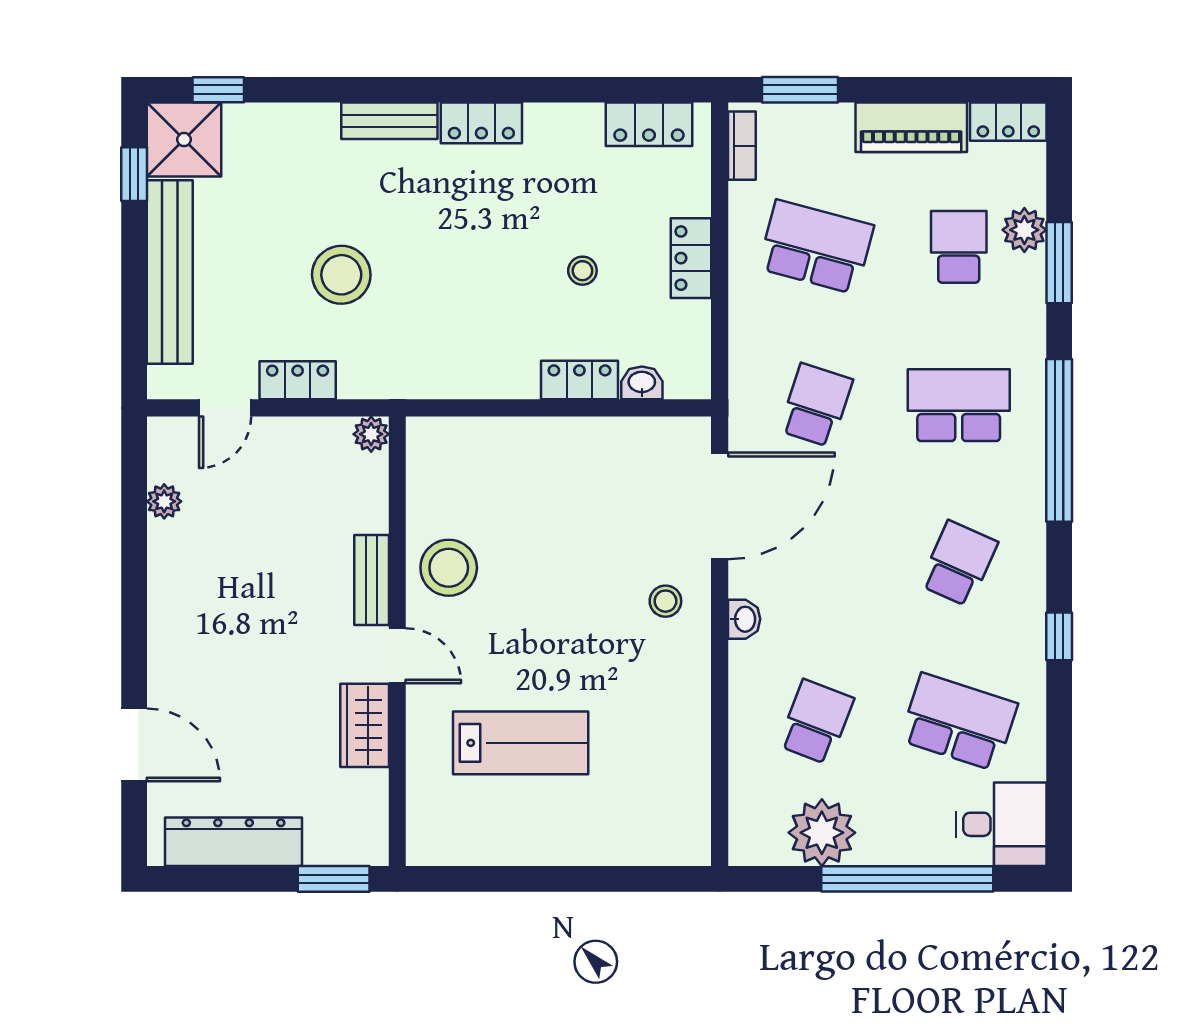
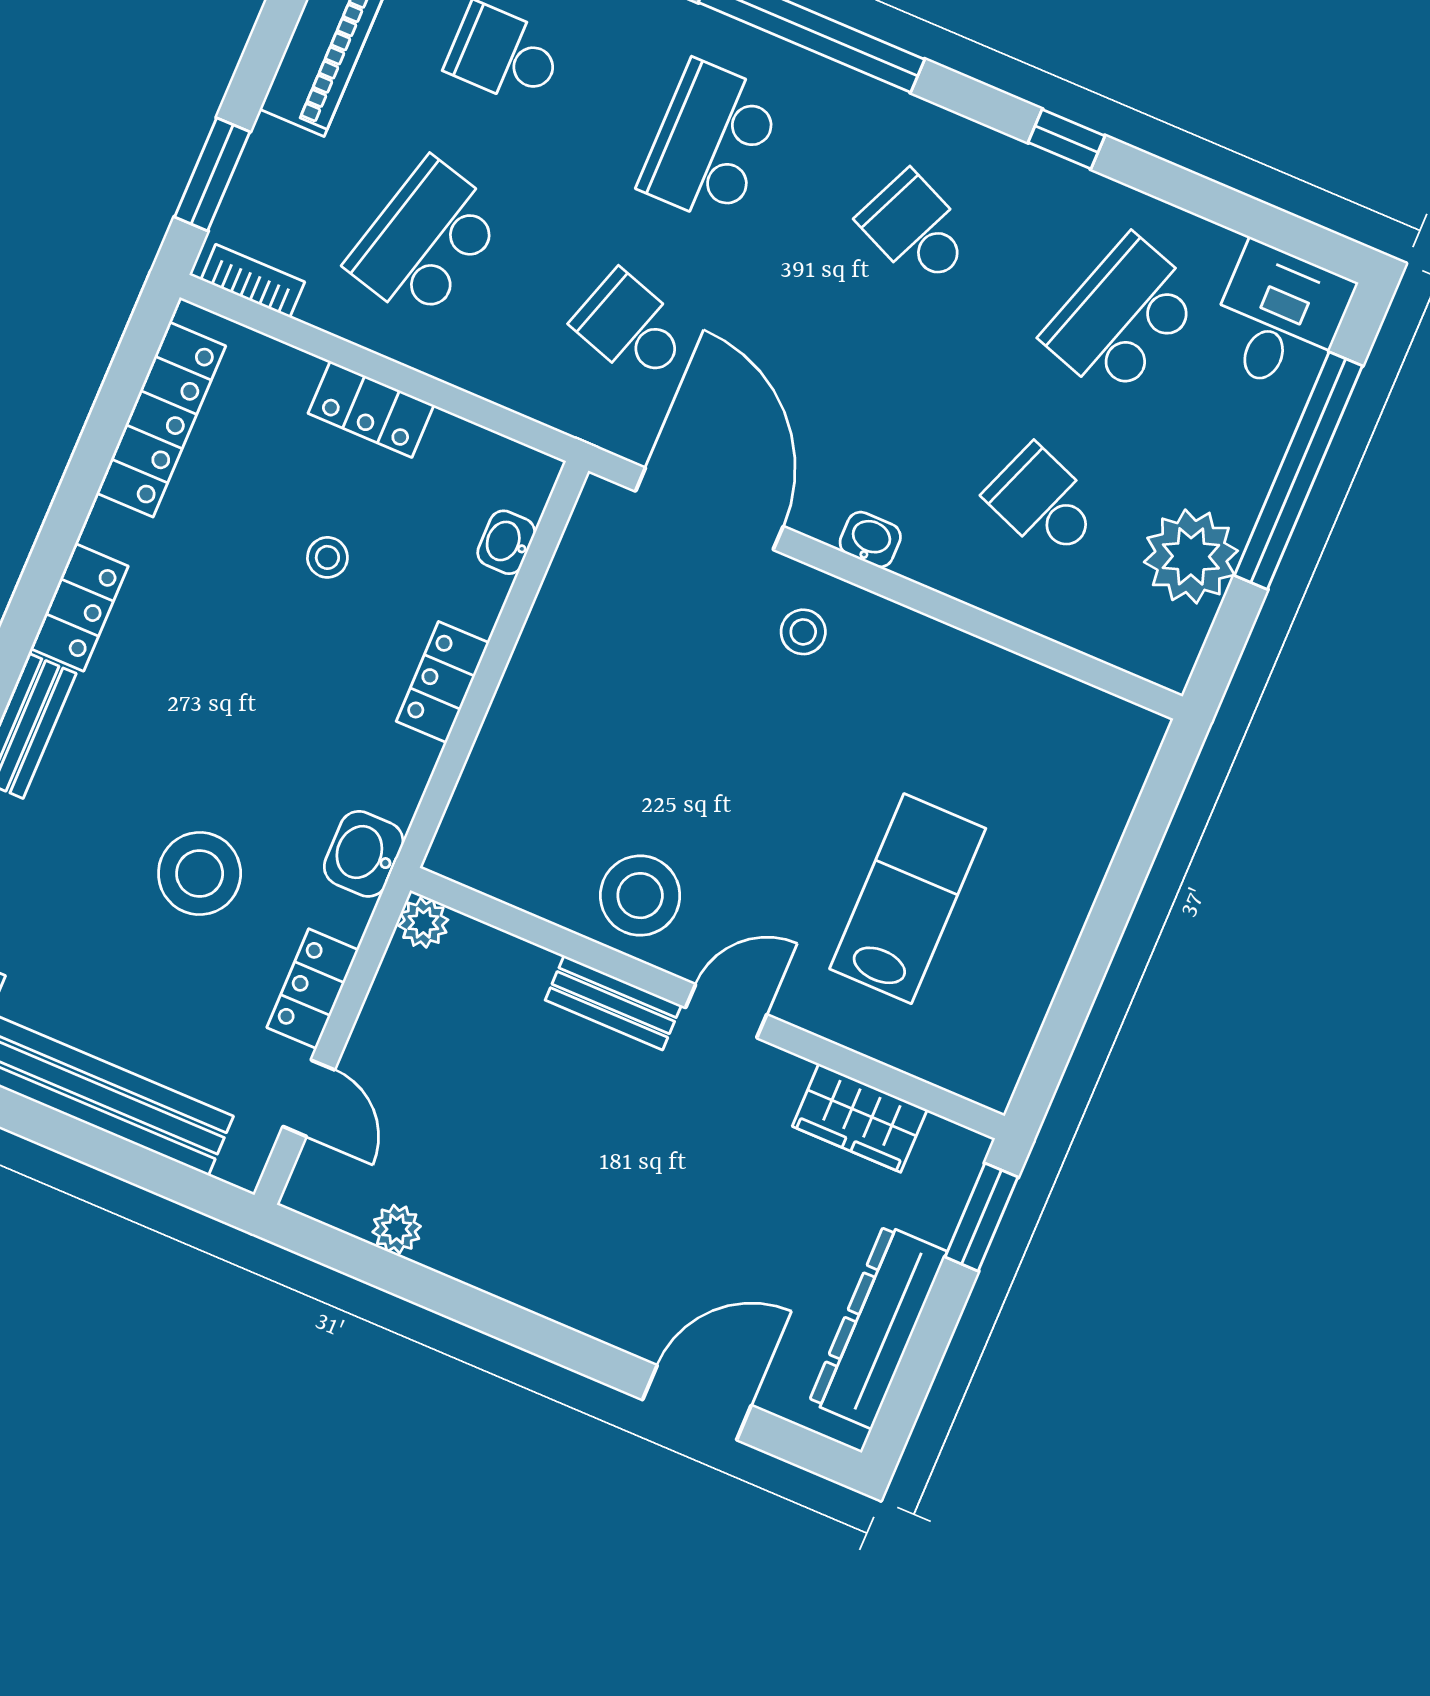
locker: (649, 124) -> (161, 420), width x1.53
washbasin: (399, 376) -> (364, 854), added
locker: (579, 380) -> (443, 682), moved
wardrobe: (365, 725) -> (860, 1118), moved

